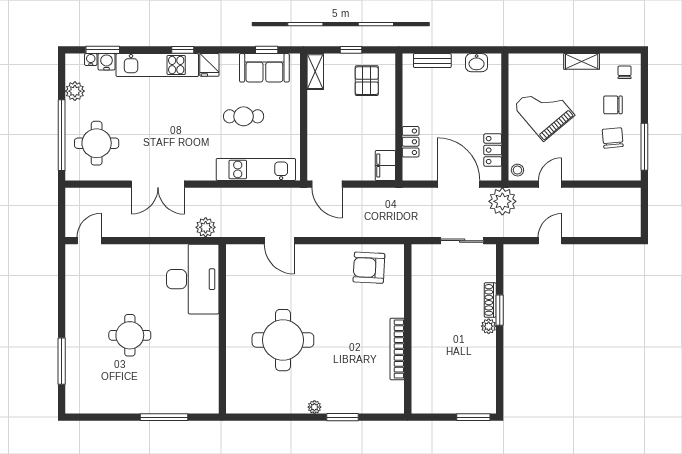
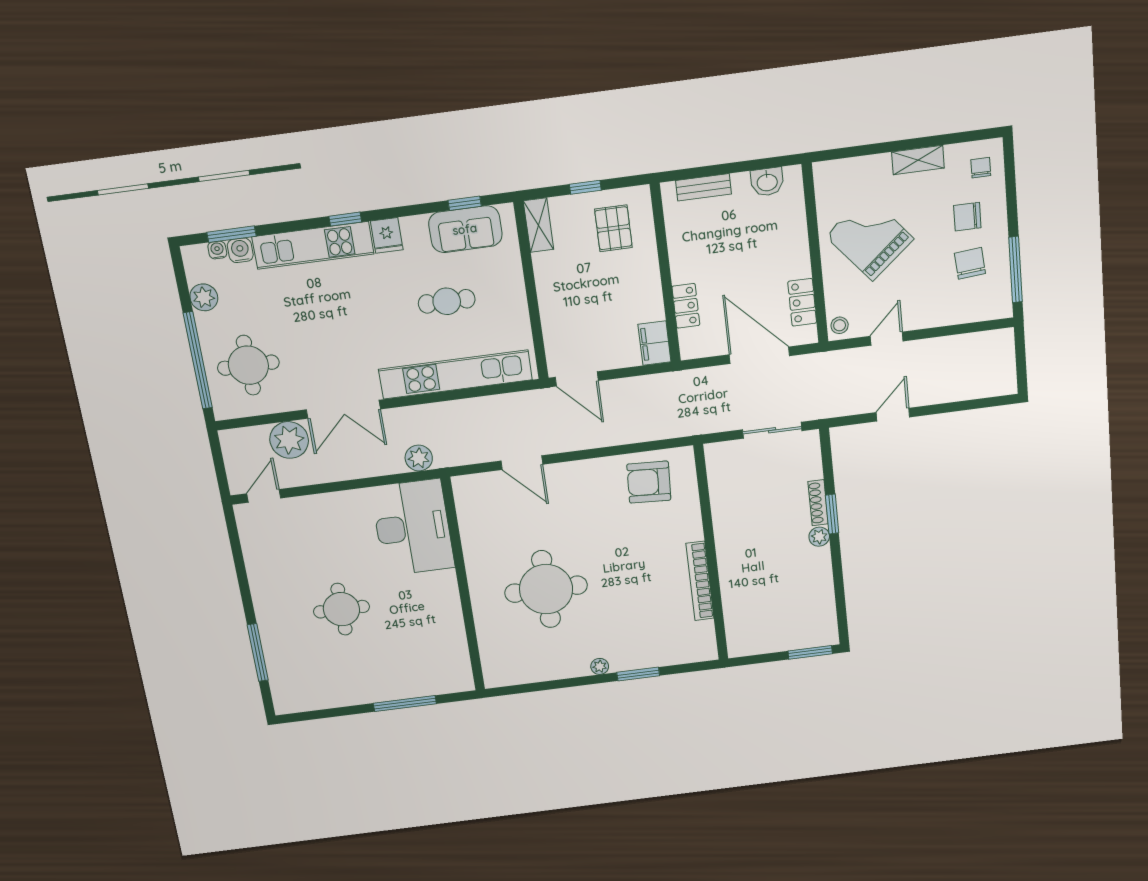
kitchen unit: (256, 169) -> (455, 375), width x1.36
plant: (502, 201) -> (289, 440), moved

